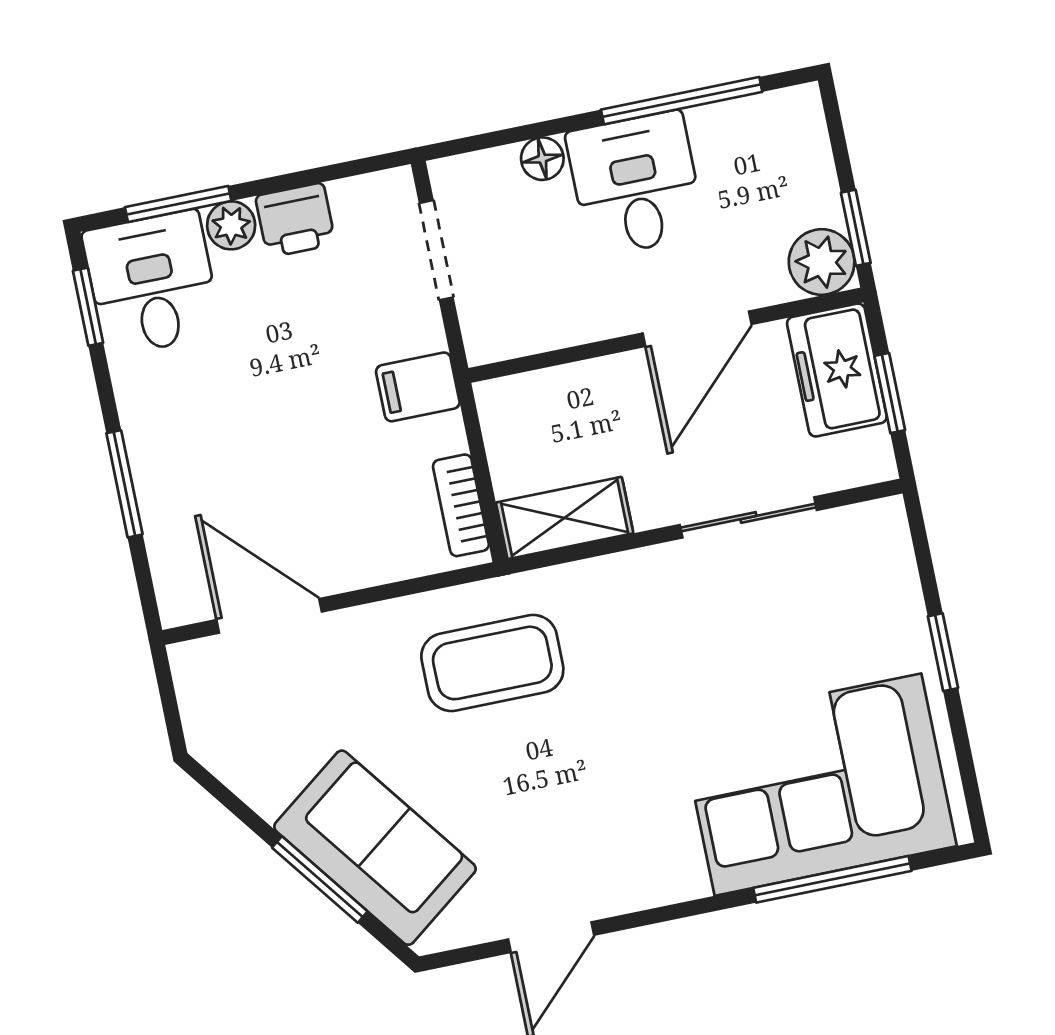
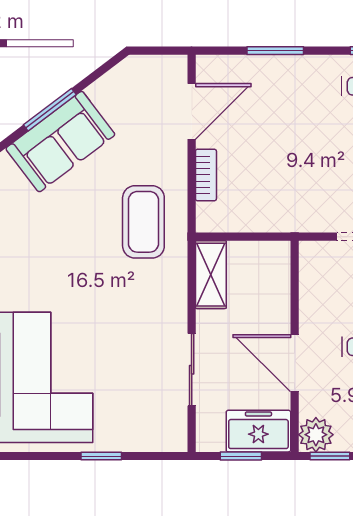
filing cabinet: (418, 387) -> (294, 213), removed
bookcase: (461, 505) -> (206, 175), moved, turned 90

